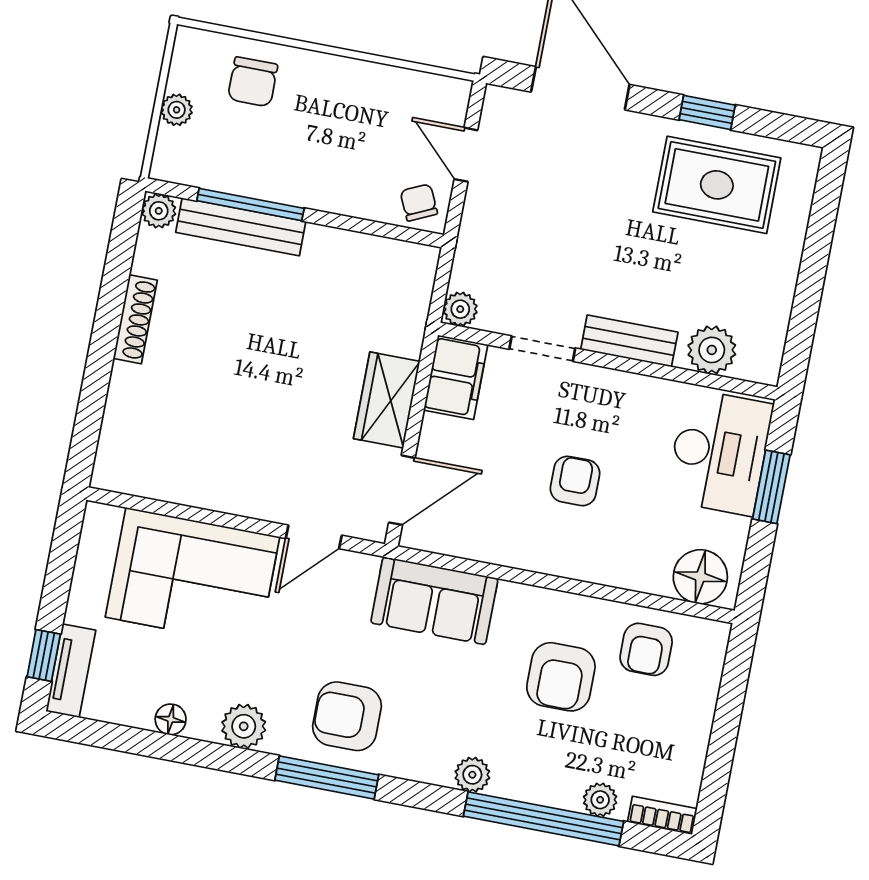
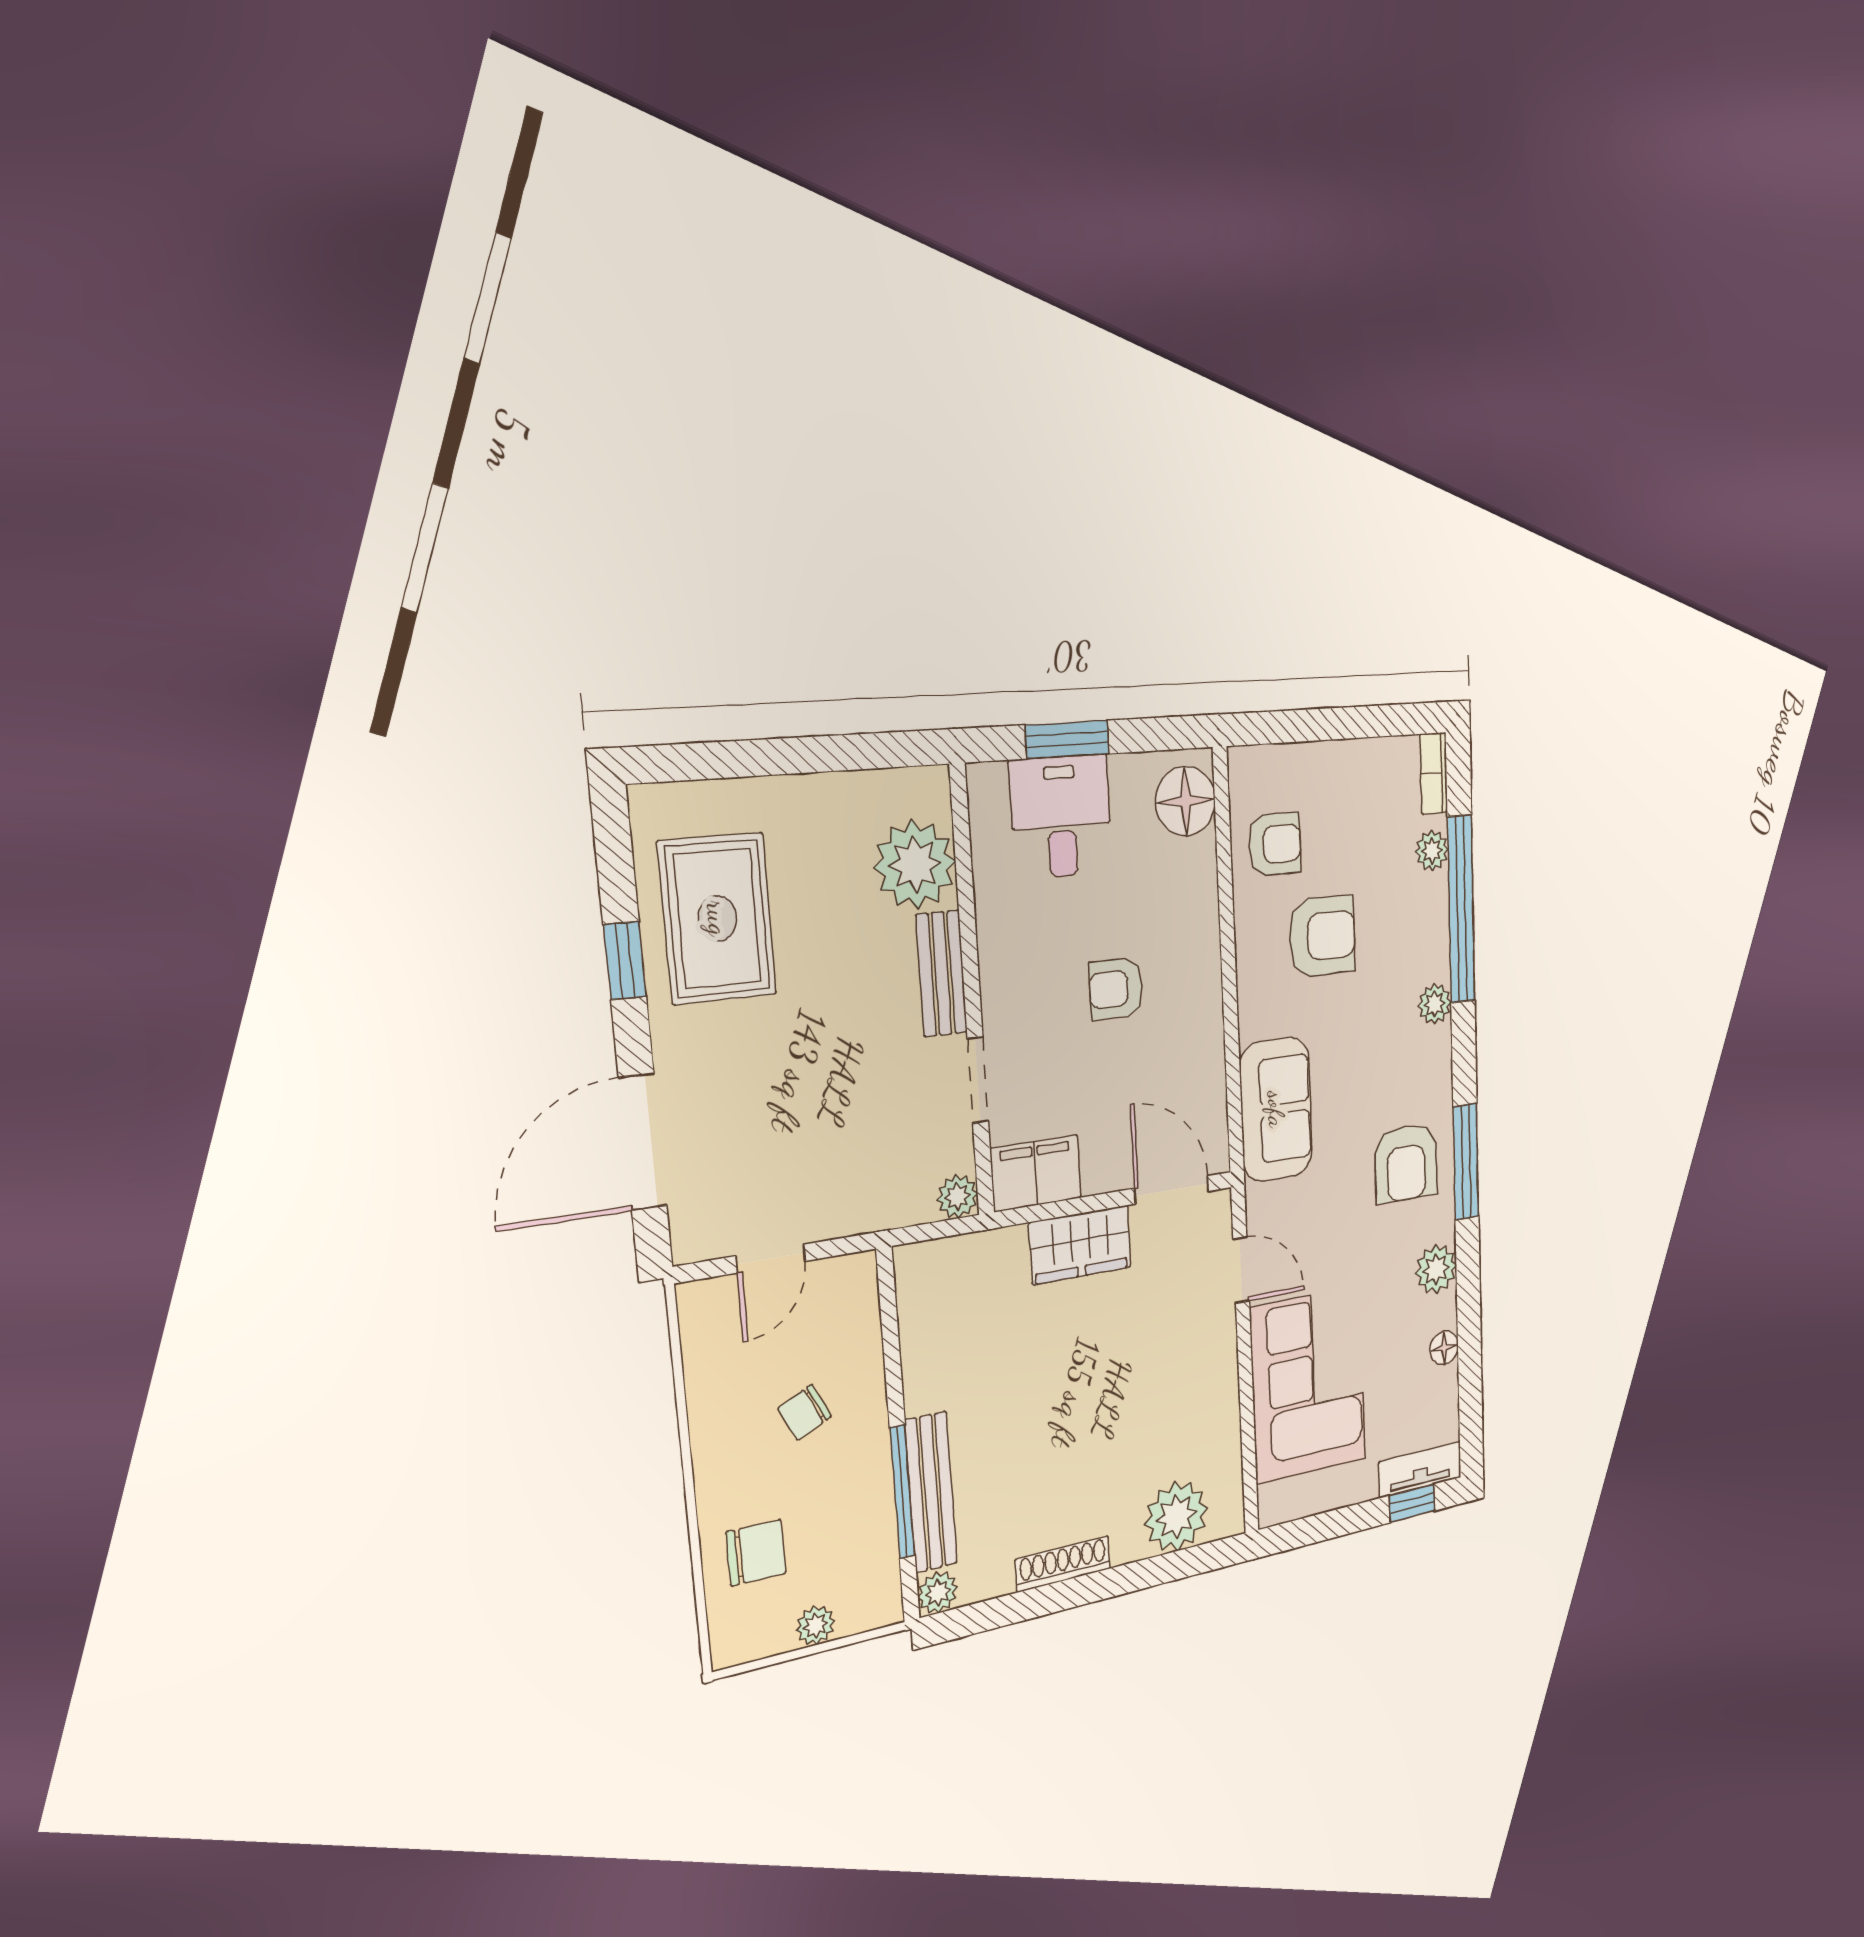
chair: (419, 202) -> (805, 1412), moved
plant: (712, 350) -> (915, 865), width x1.36, depth x1.36
plant: (131, 428) -> (1176, 1516), added
desk: (719, 452) -> (1061, 817), width x0.73

